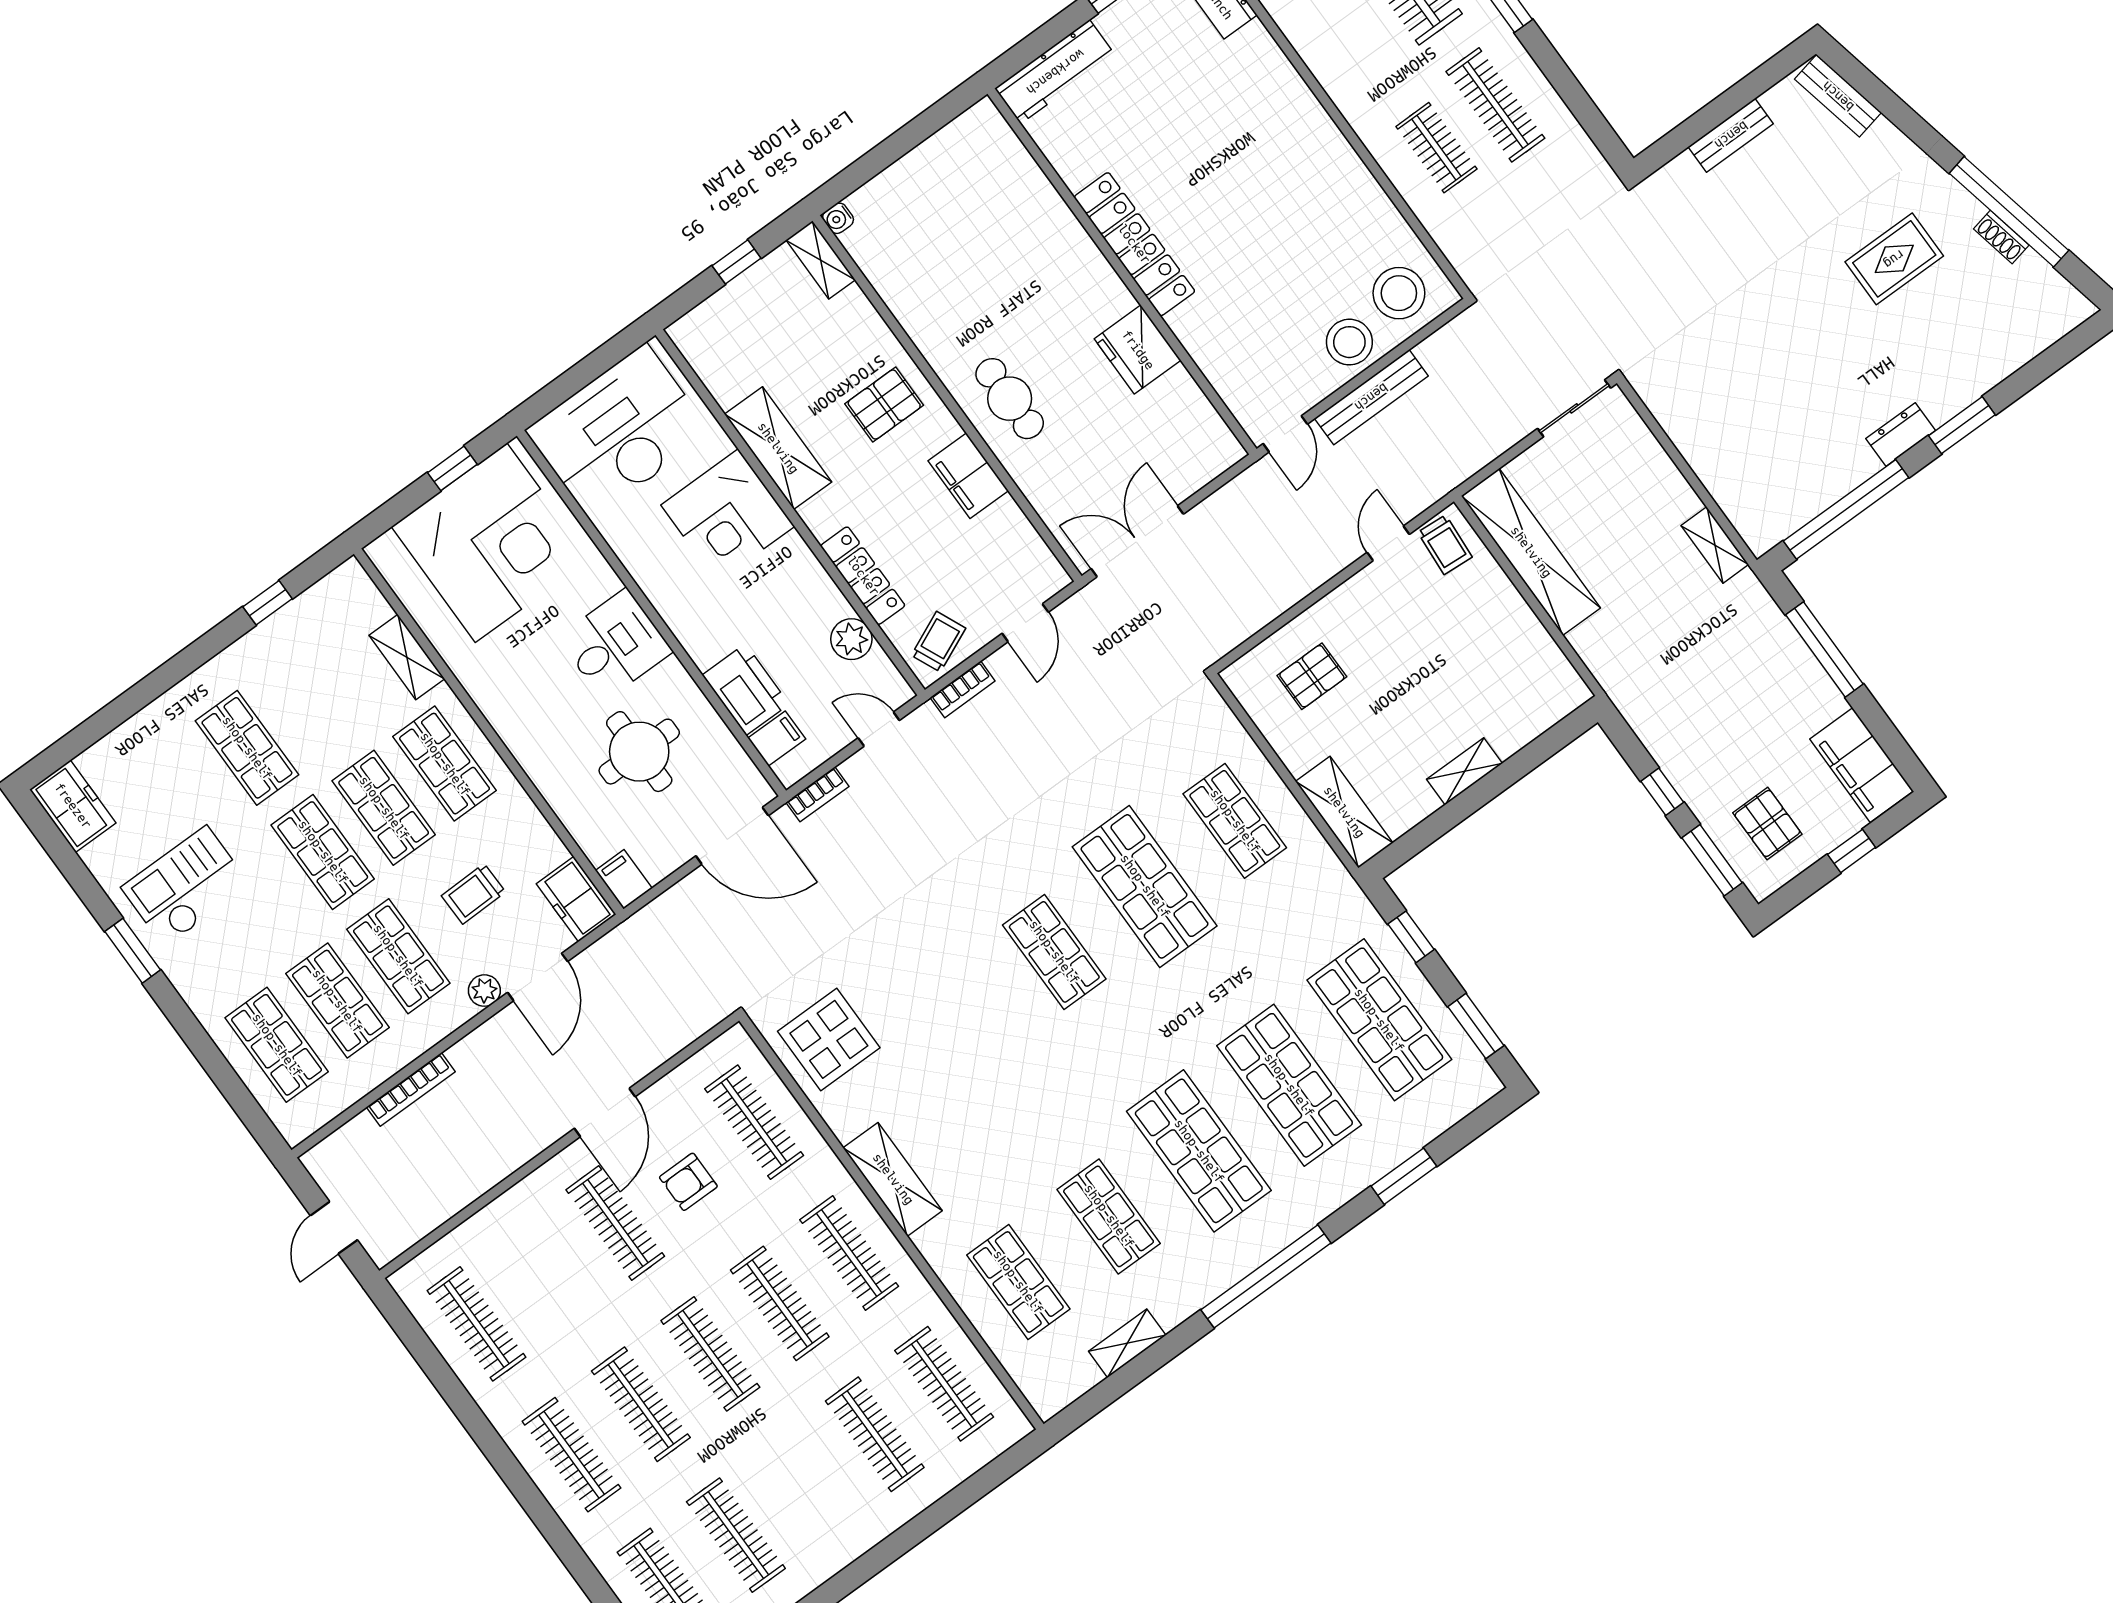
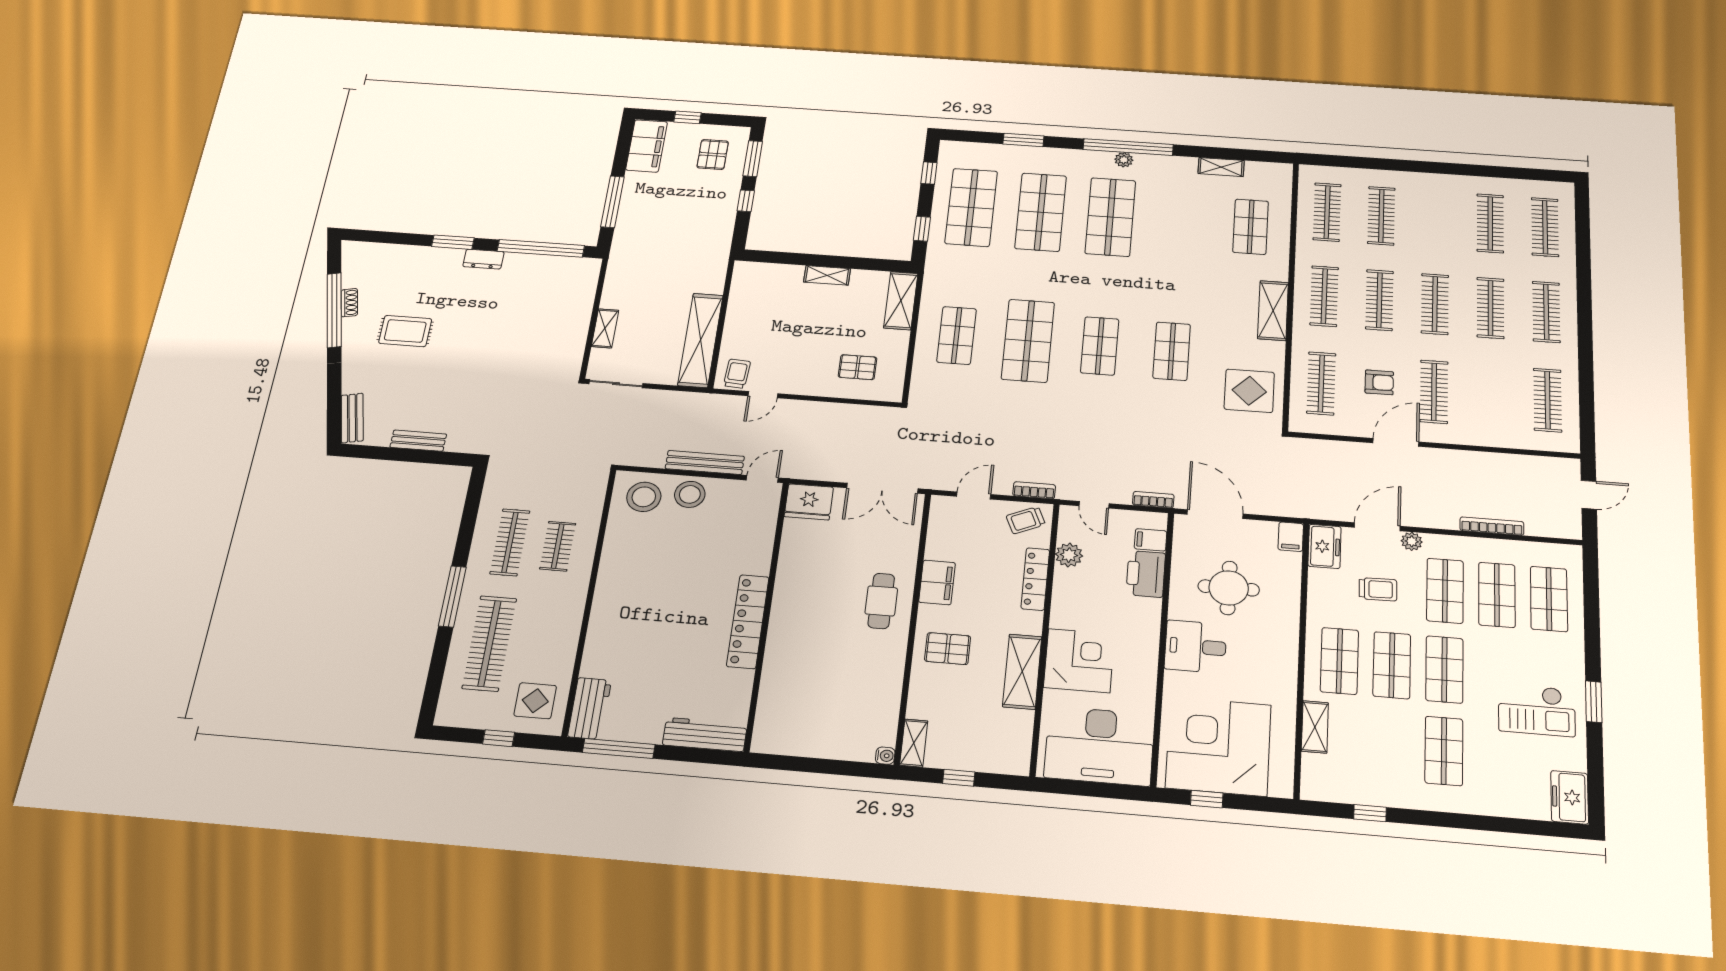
fridge: (1138, 350) -> (809, 502), moved, turned 90
shelving: (1715, 545) -> (605, 328), moved
window: (1476, 1026) -> (929, 173), width x0.67
shop shelf: (1109, 1216) -> (1172, 351), moved
plant: (1255, 1252) -> (1124, 160), added

